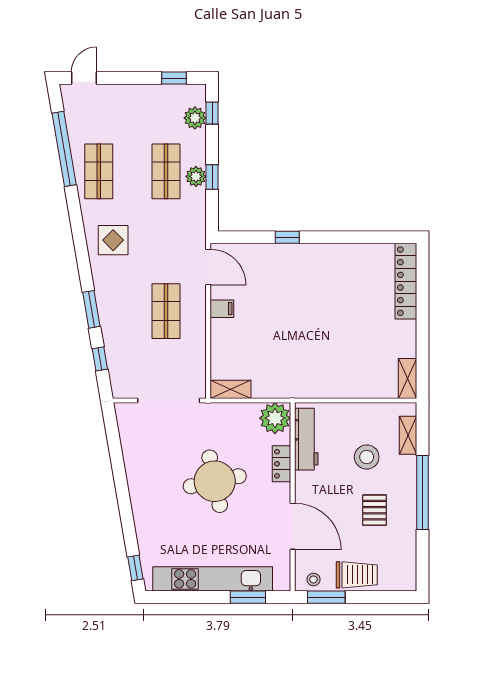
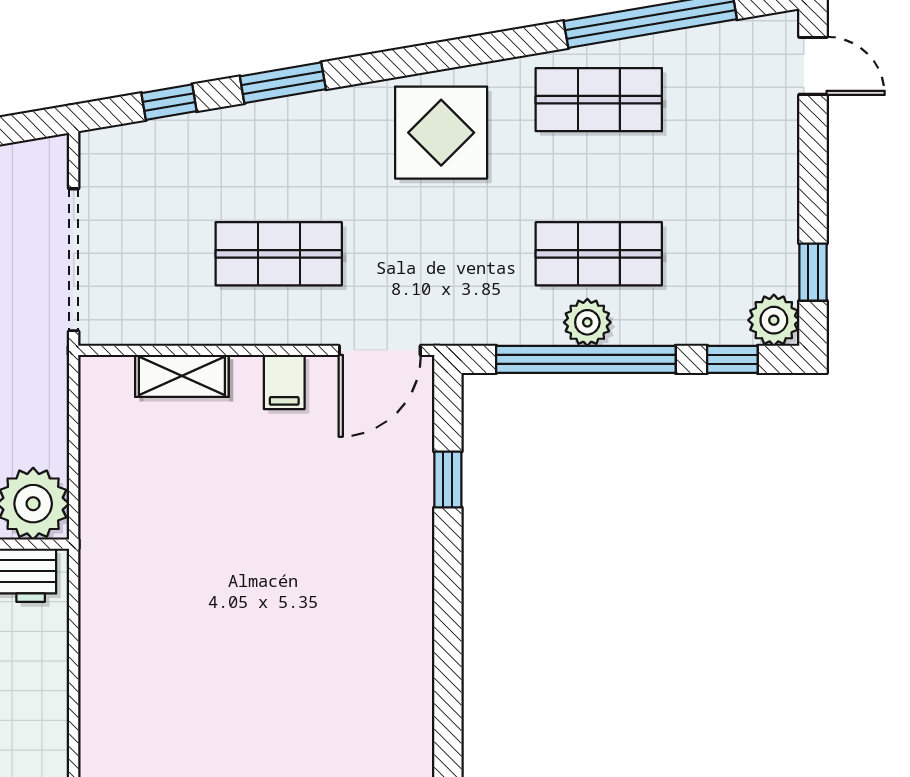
plant: (195, 118) -> (774, 320), moved
window: (212, 177) -> (586, 359), width x3.17
window: (287, 237) -> (448, 479), moved
display table: (113, 240) -> (441, 133), width x1.36, depth x1.36
shelving: (230, 389) -> (182, 376), moved, turned 90

